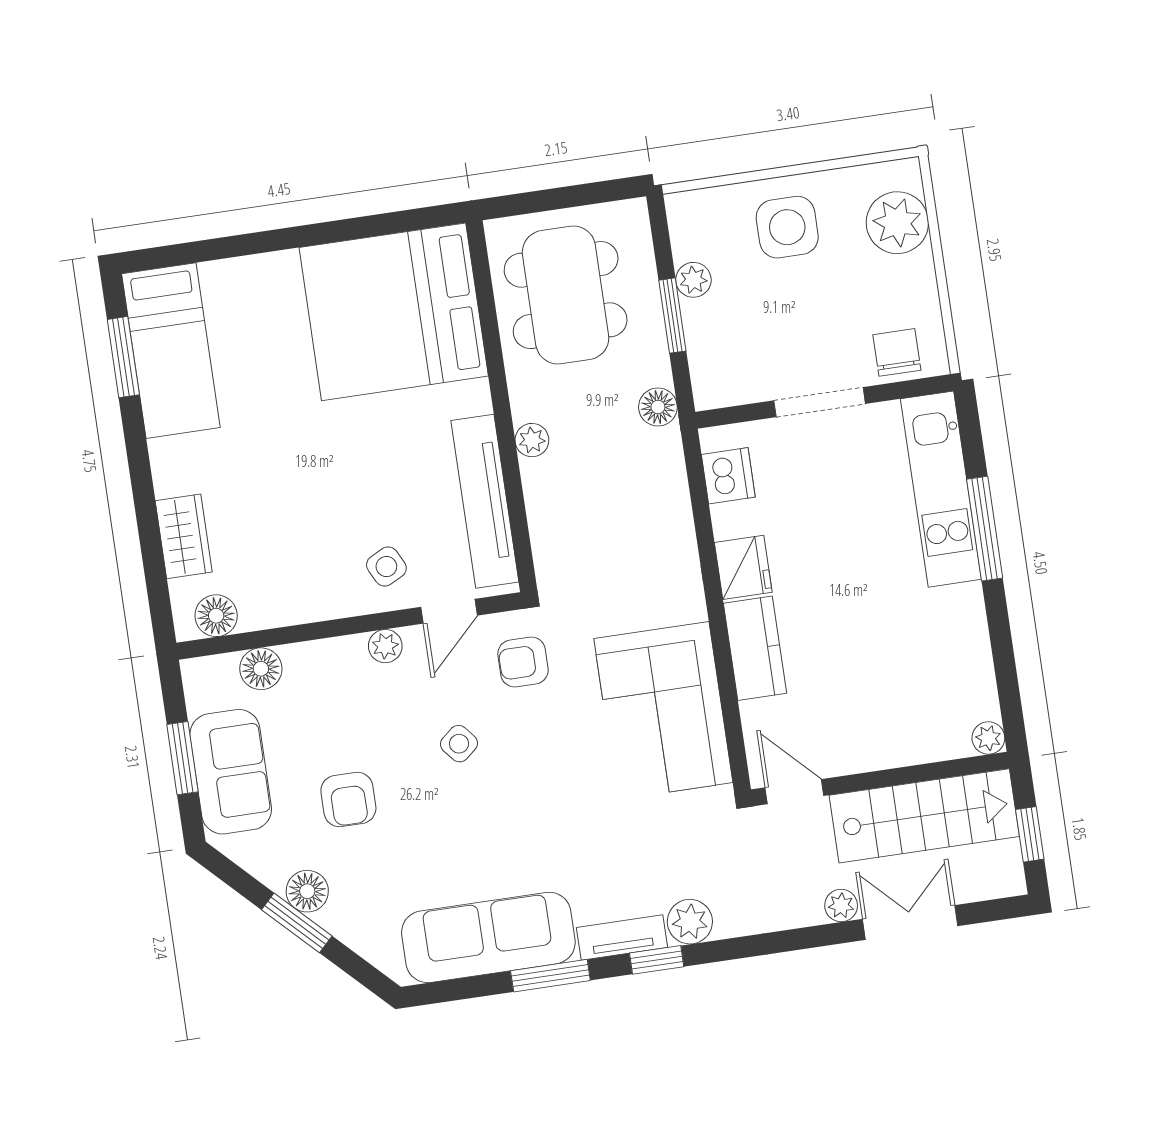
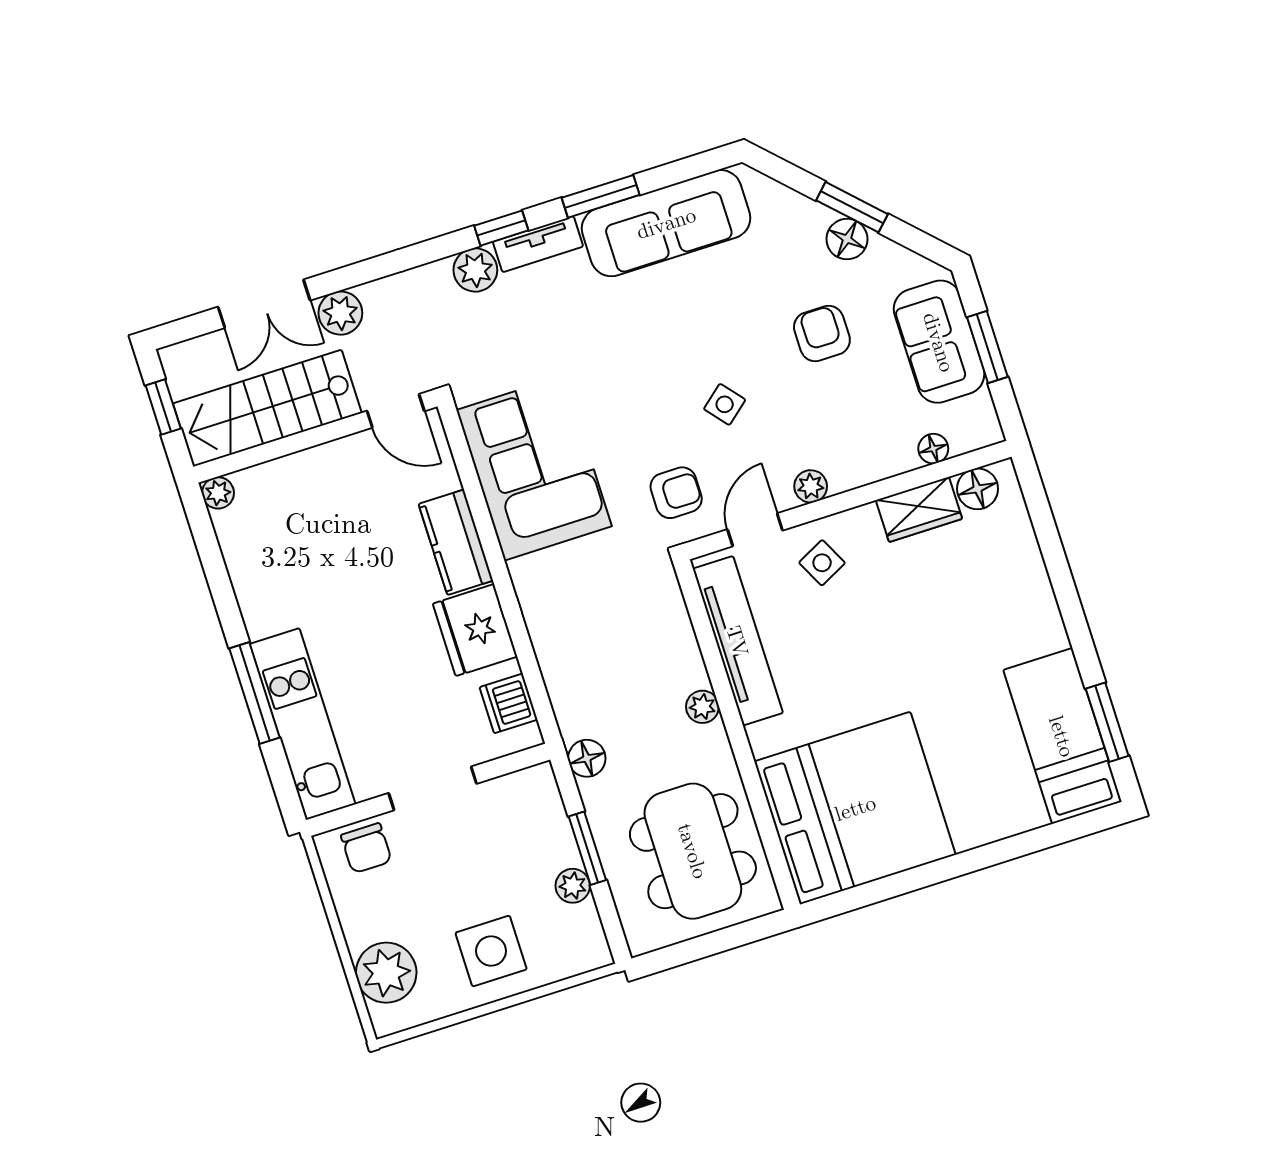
wardrobe: (184, 536) -> (919, 509), moved, turned -90
fridge: (743, 567) -> (475, 630), width x1.36, depth x1.34
floor lamp: (261, 669) -> (933, 449), width x0.73, depth x0.73
plant: (841, 906) -> (340, 313), width x1.38, depth x1.38

